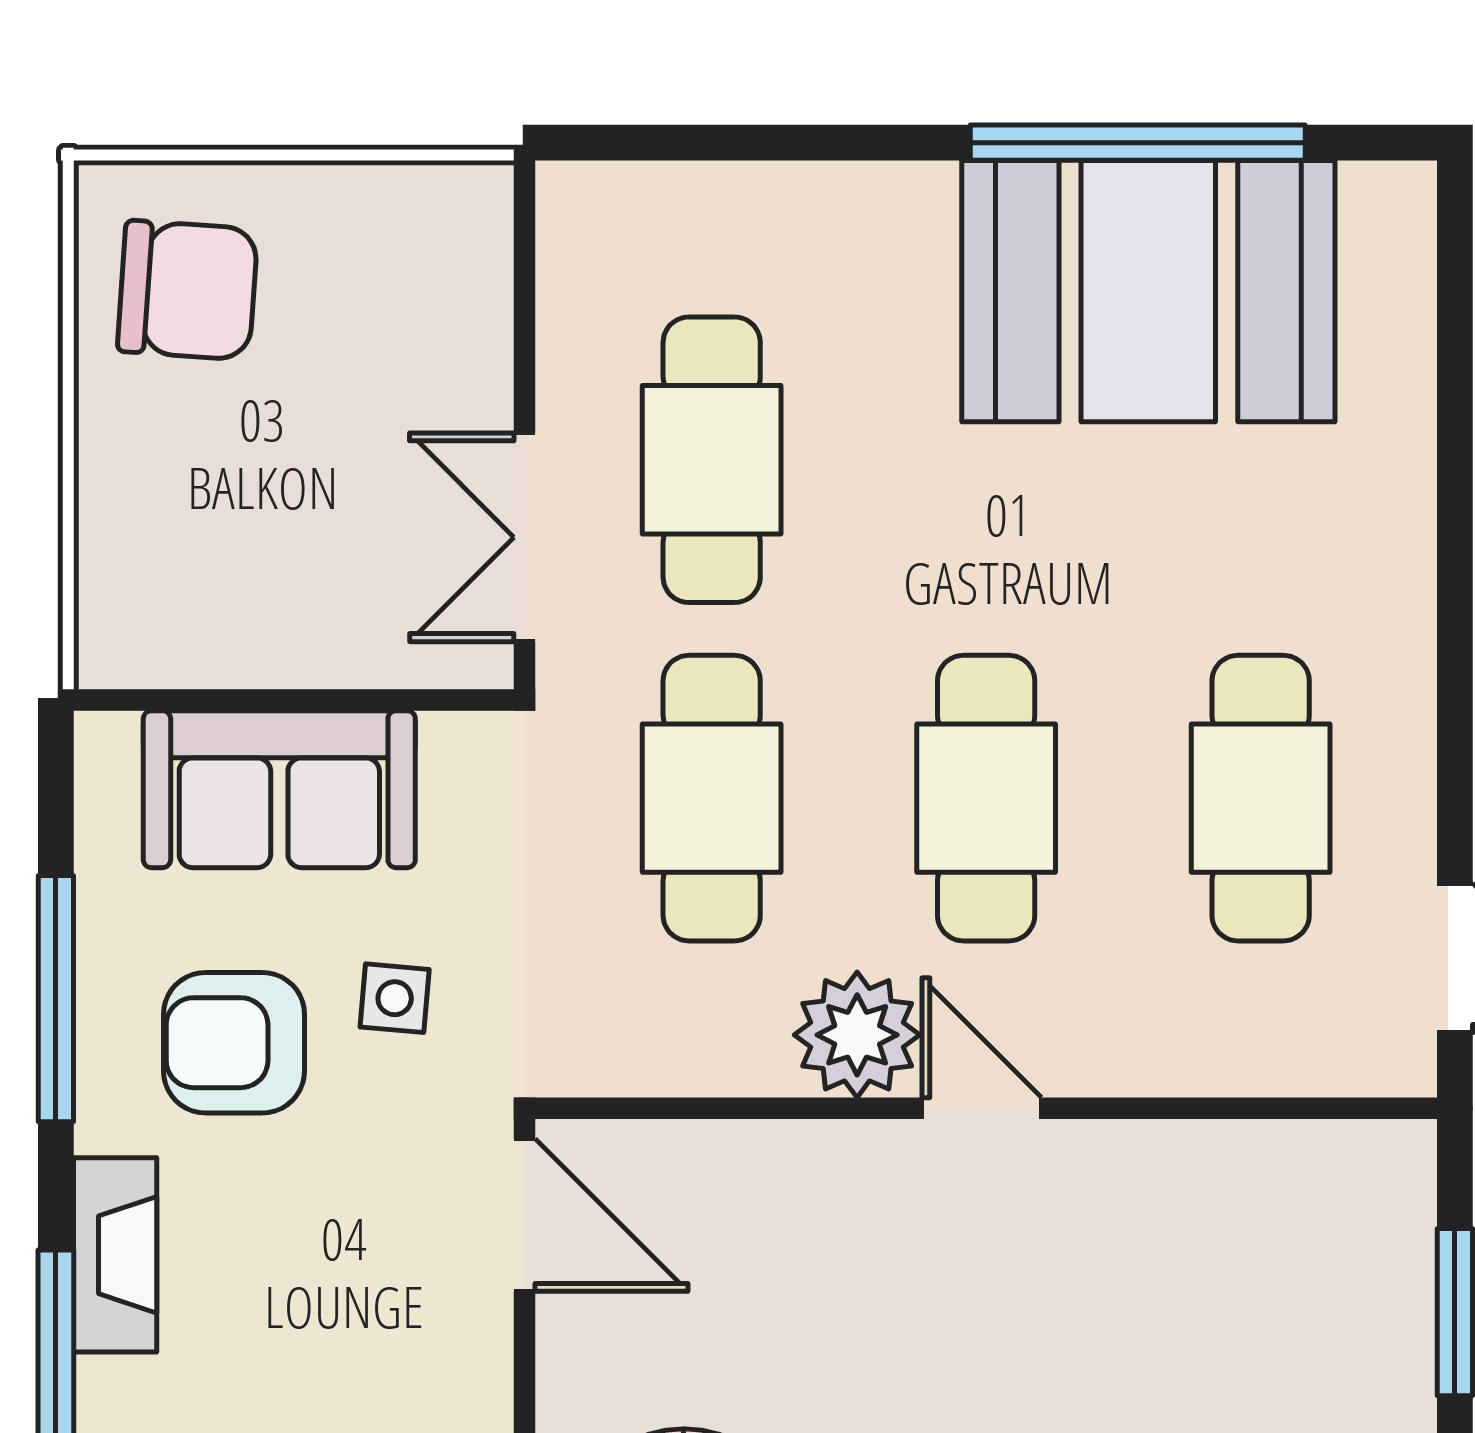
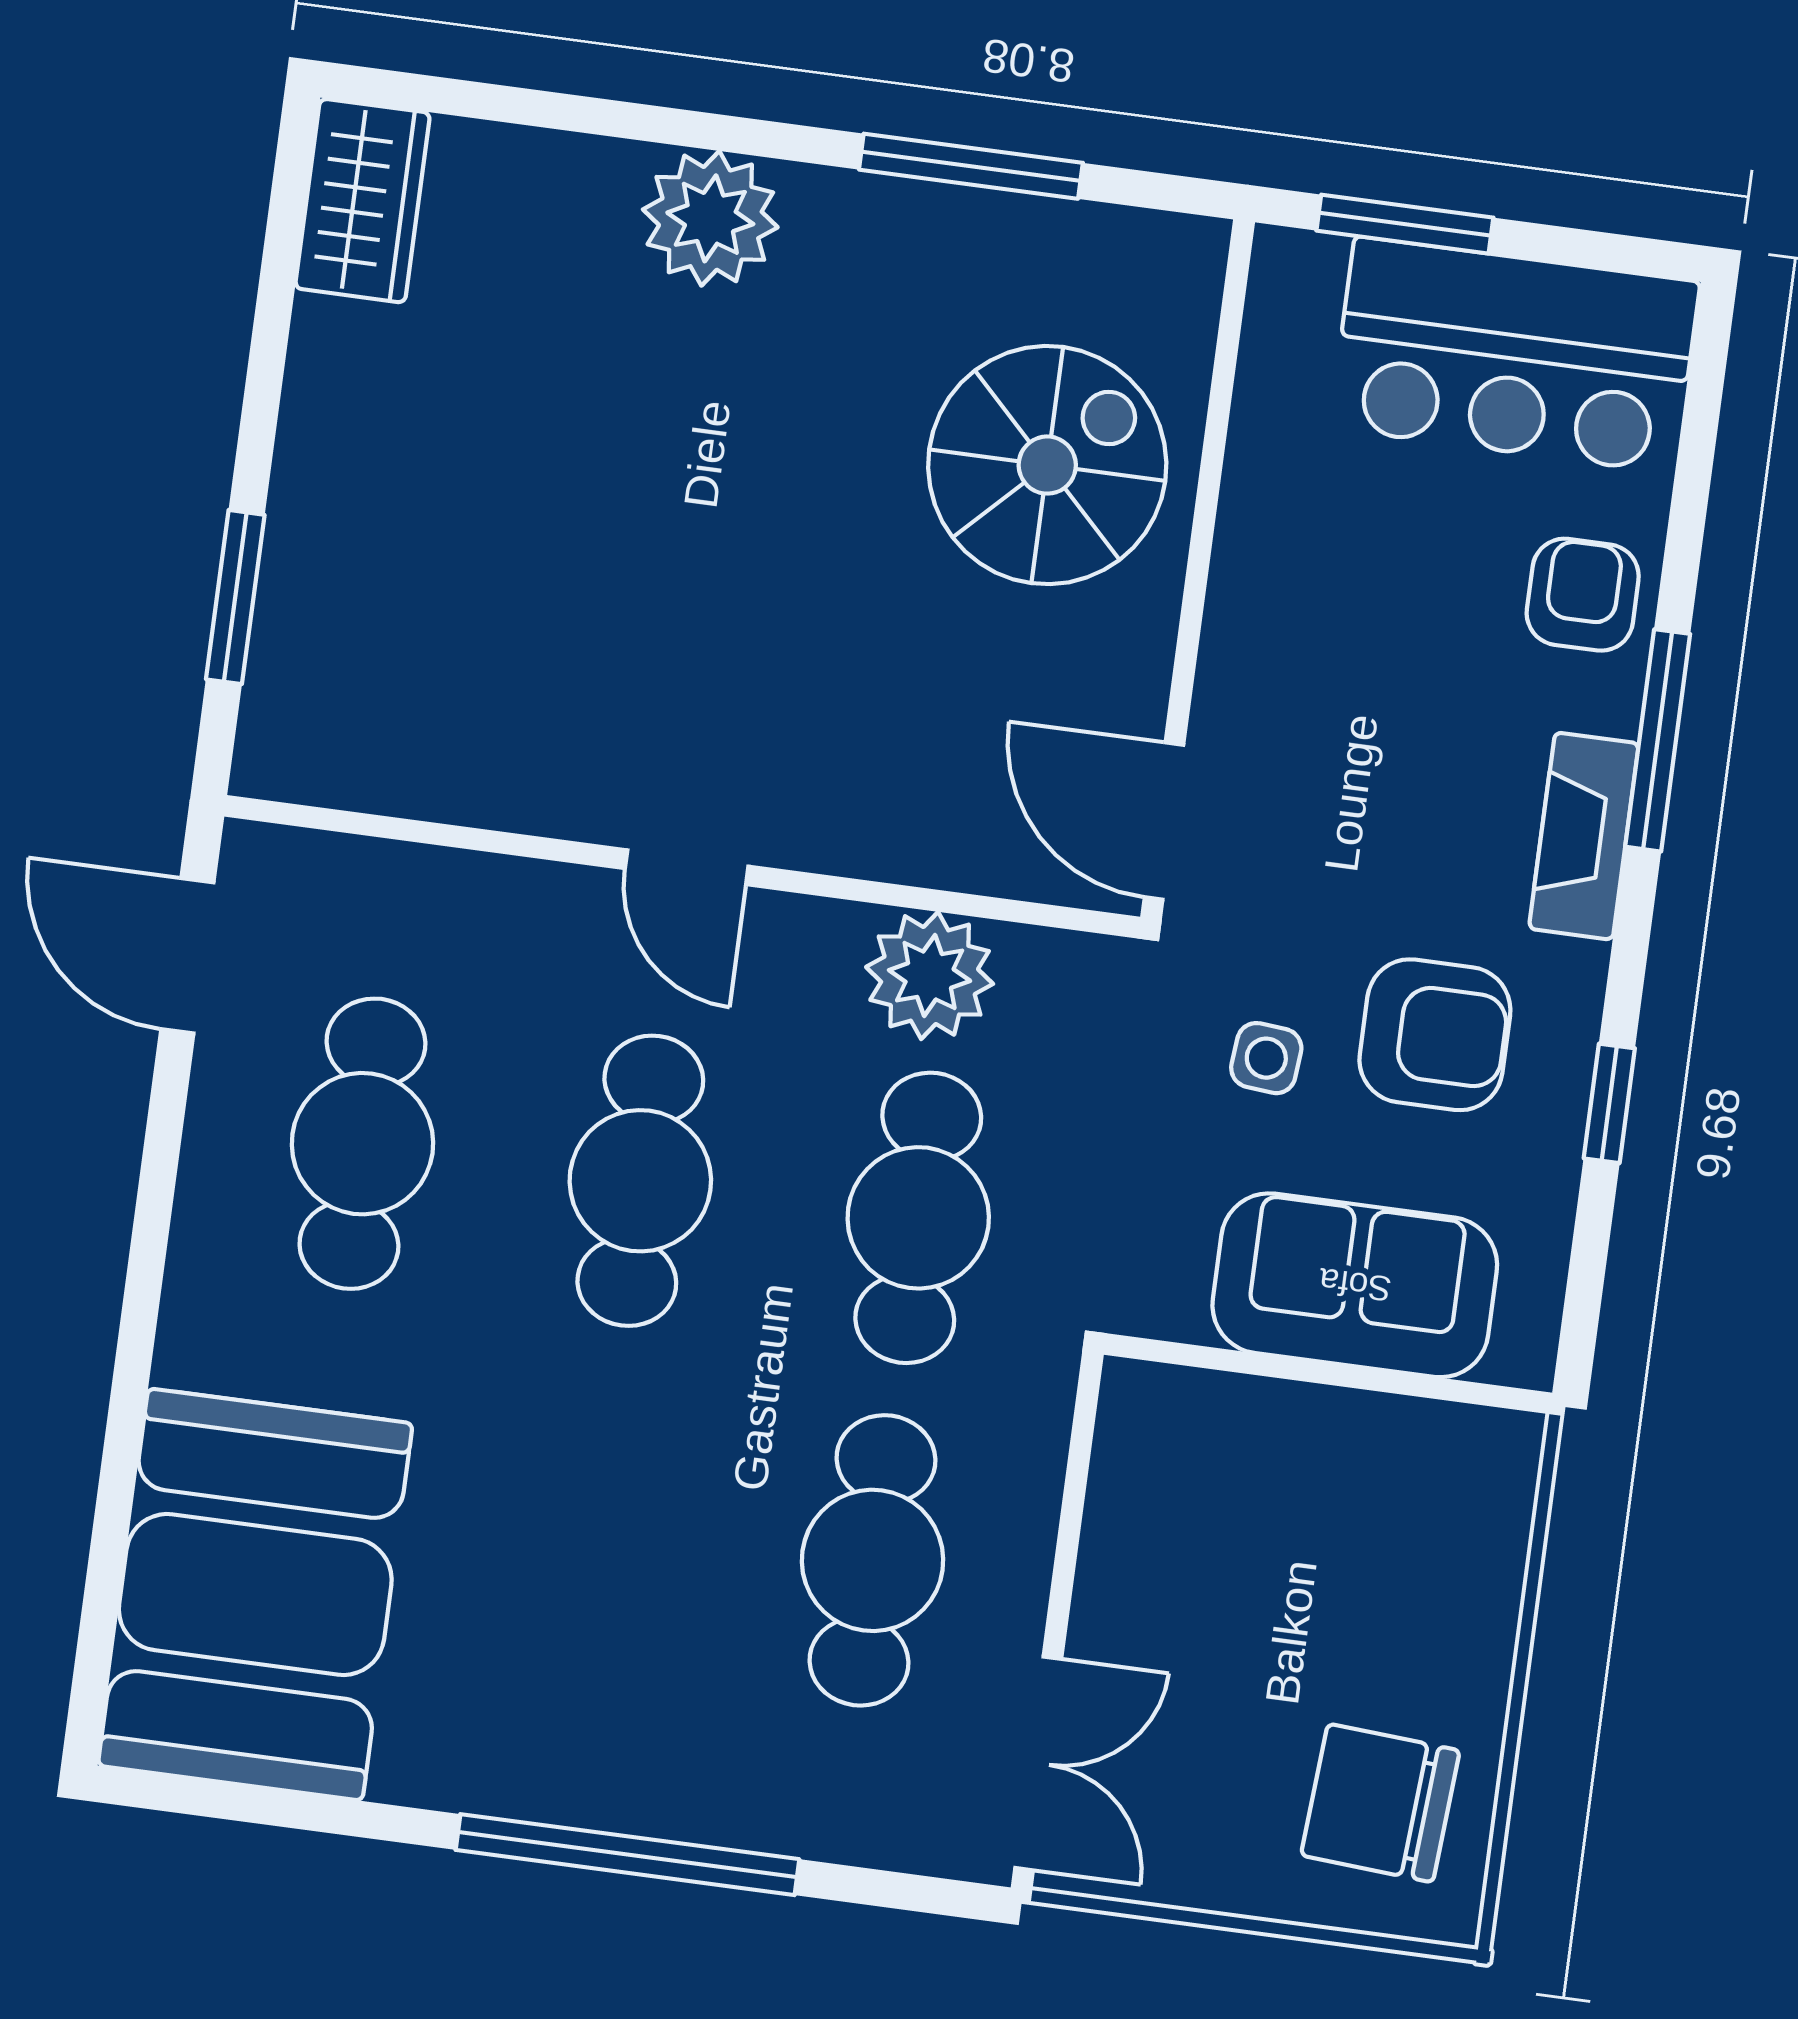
window: (1138, 143) -> (627, 1855), moved
booth: (1148, 291) -> (255, 1595), moved, turned 90
double door: (525, 537) -> (1038, 1763), moved
window: (56, 999) -> (1609, 1103), width x0.46
plant: (857, 1035) -> (930, 975), moved

